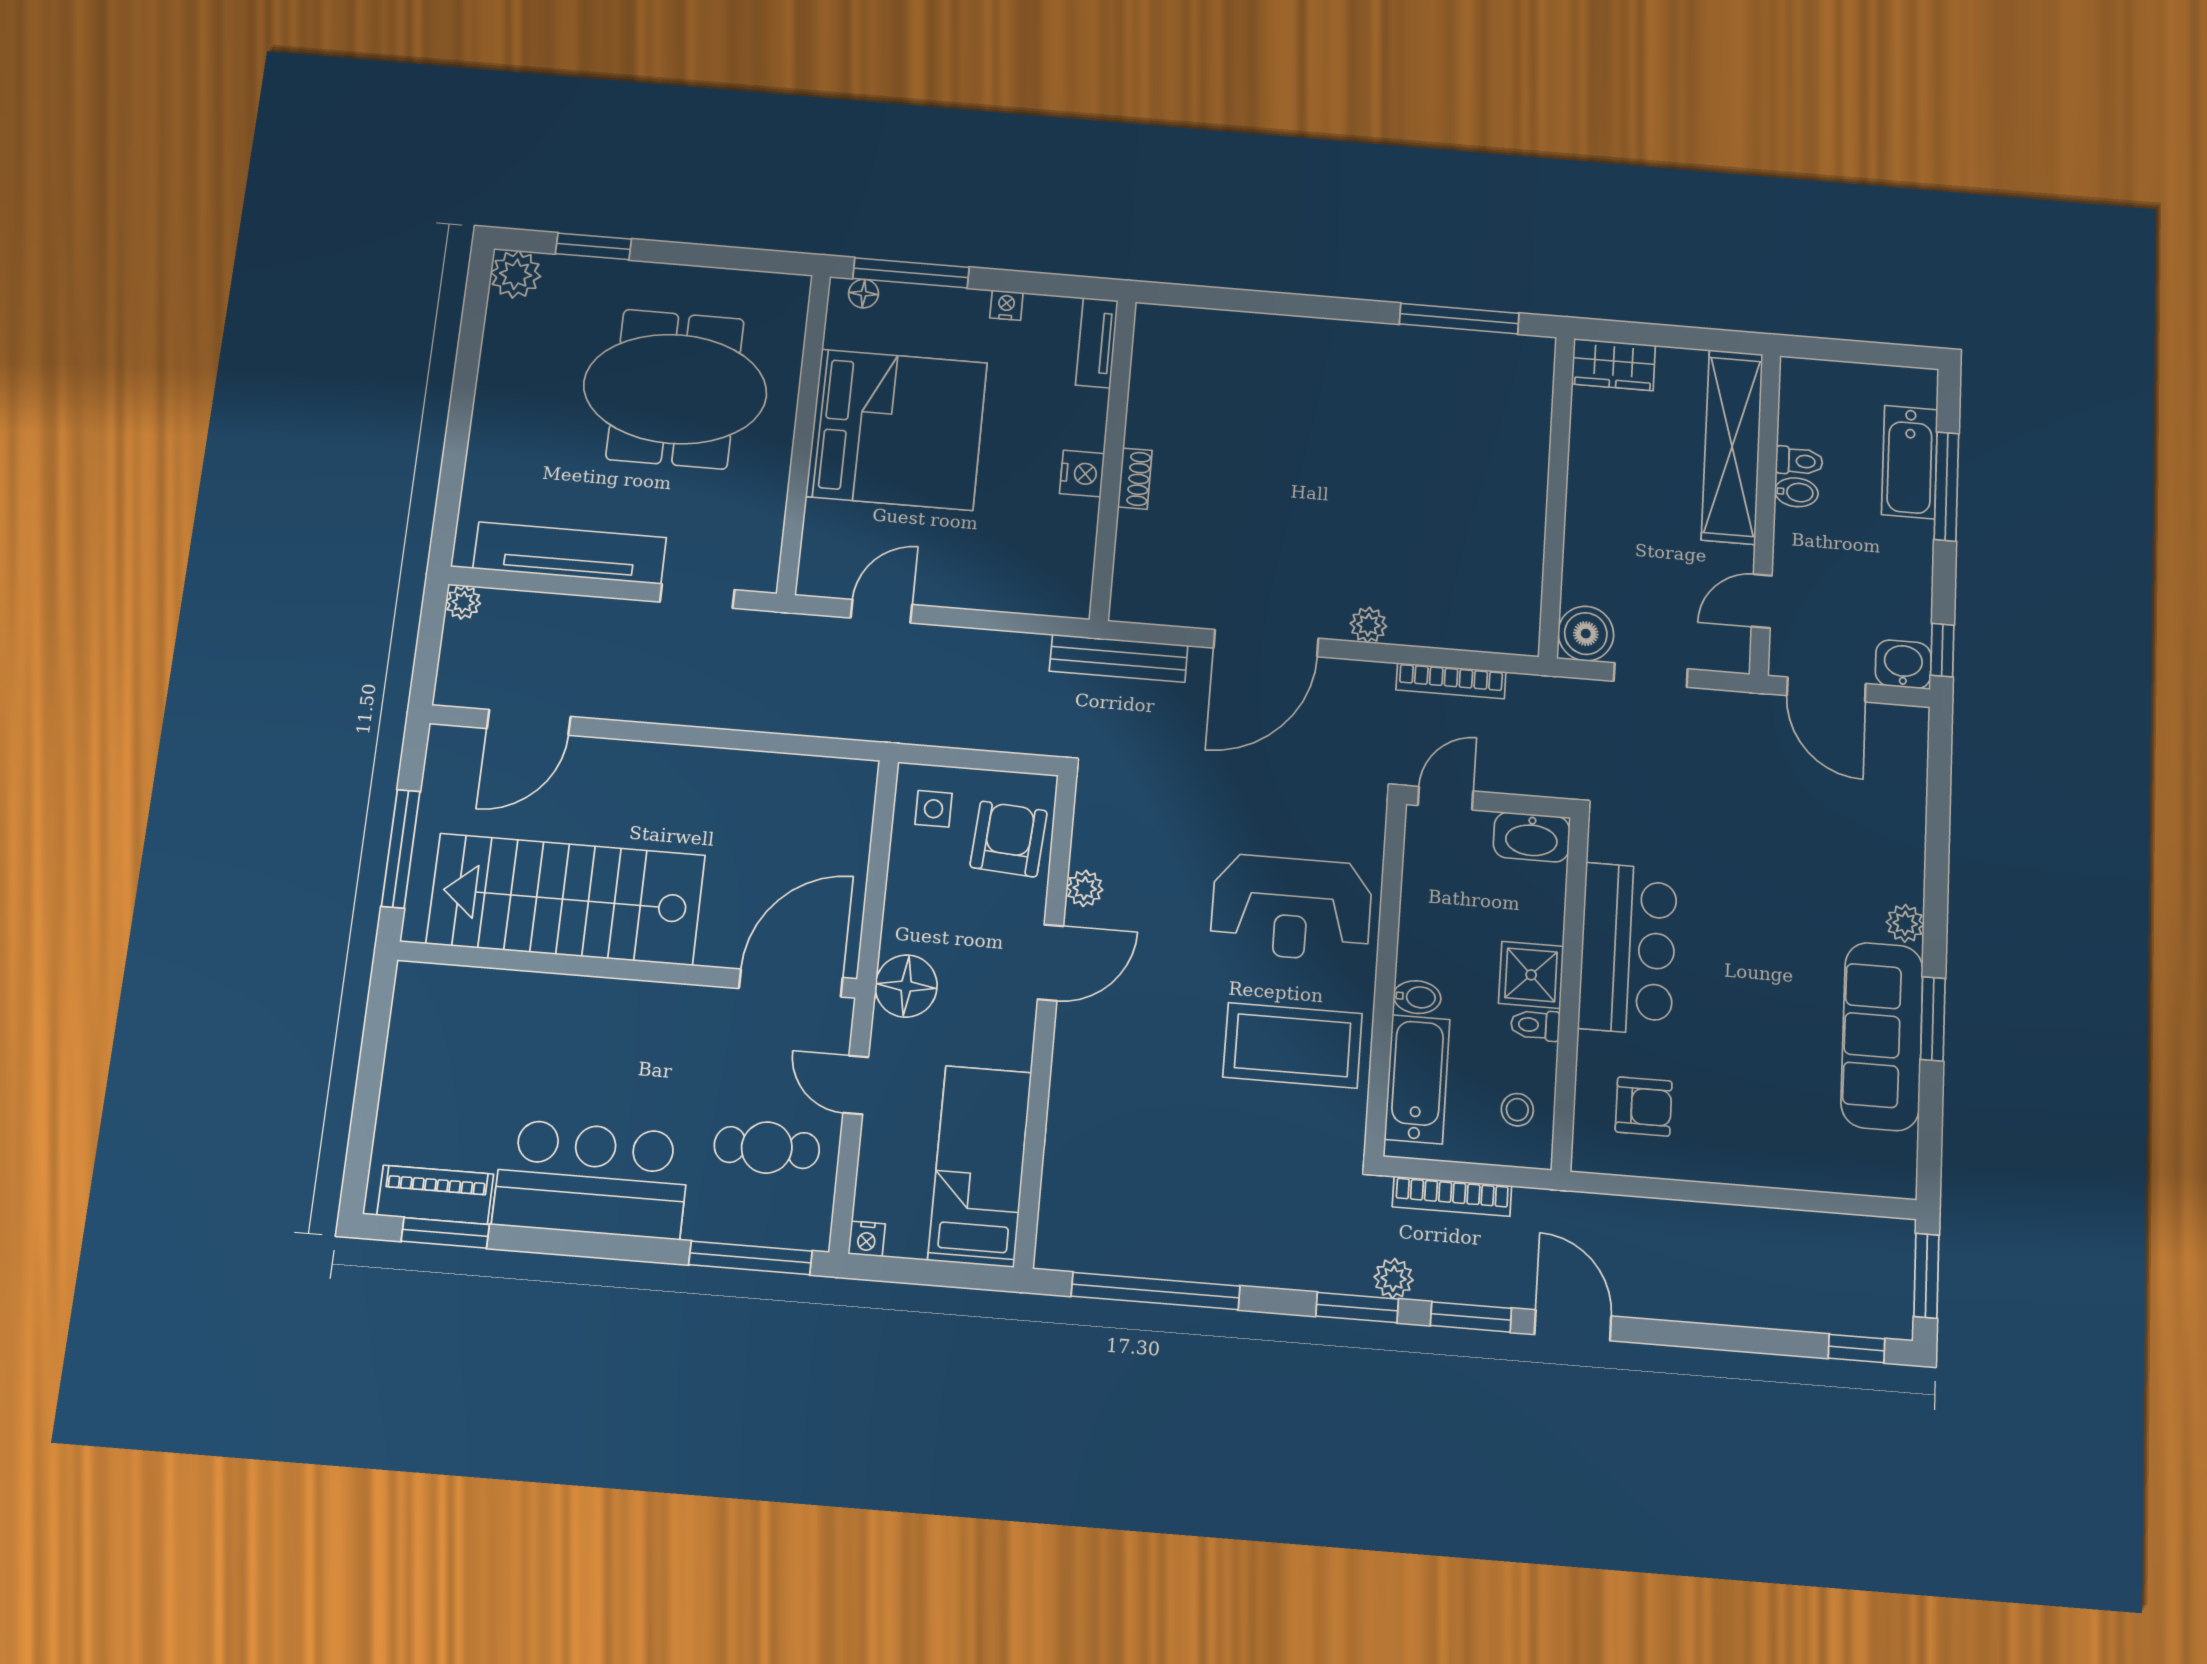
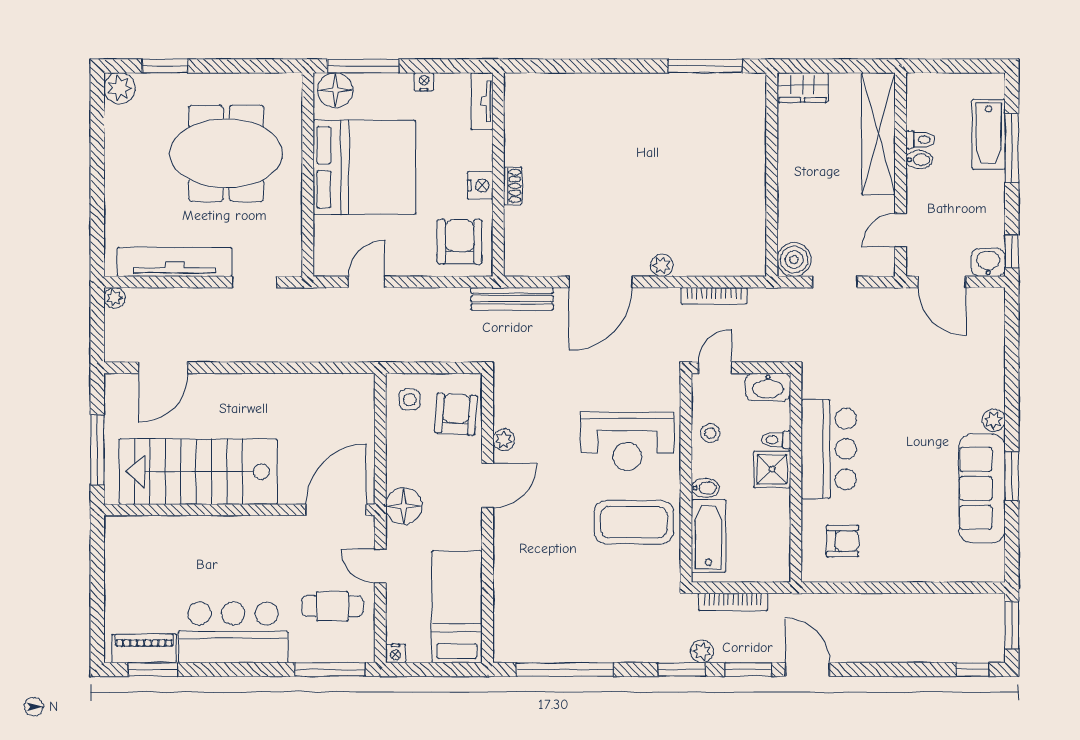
floor lamp: (864, 294) -> (335, 90), width x1.89, depth x1.89
armchair: (1040, 560) -> (460, 242), added
toilet: (1535, 1025) -> (776, 440), moved
stool: (1517, 1110) -> (710, 433), moved

